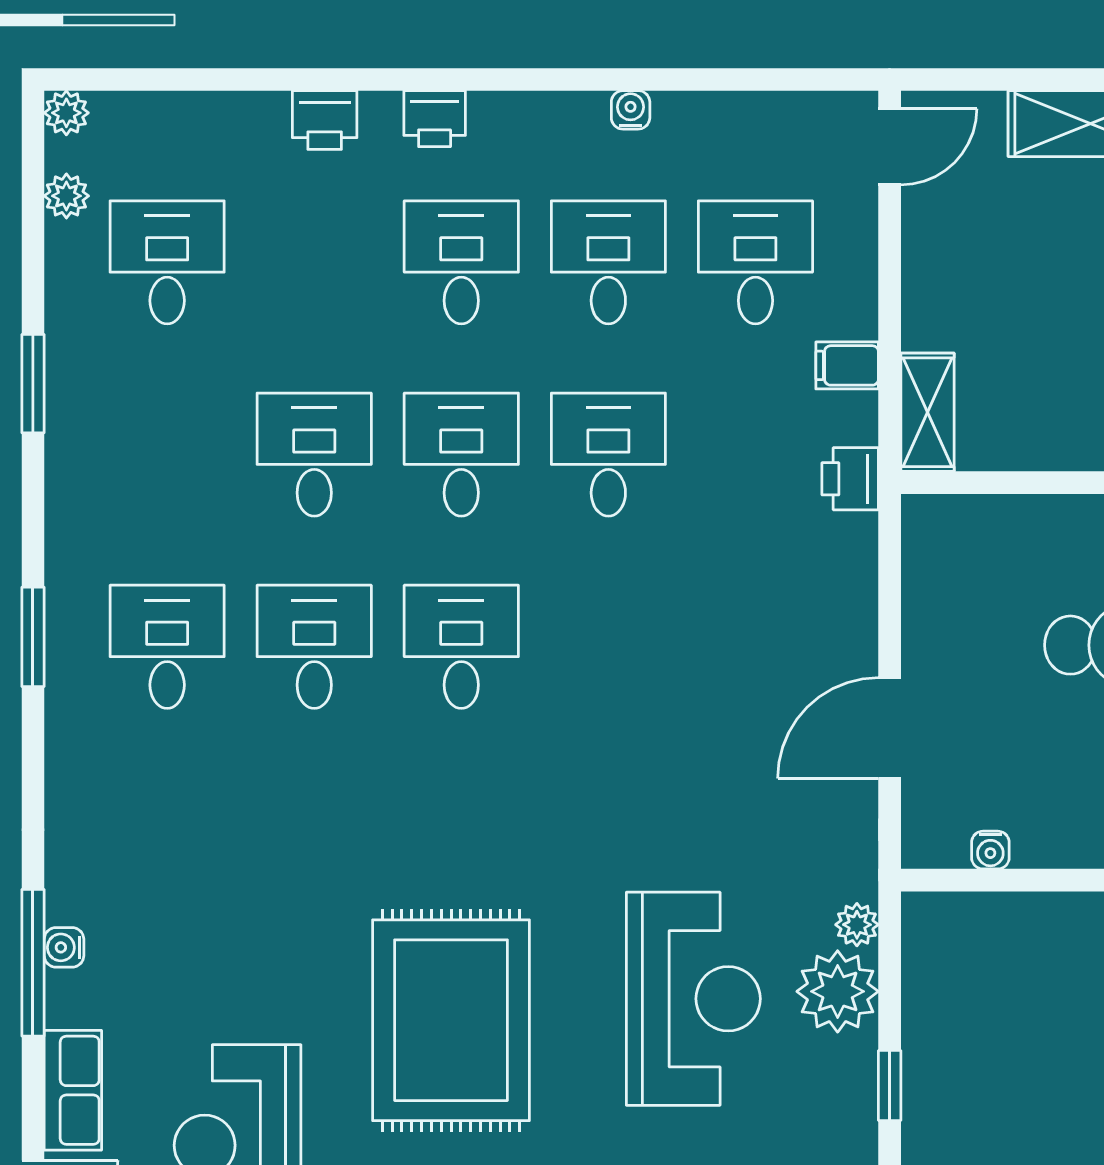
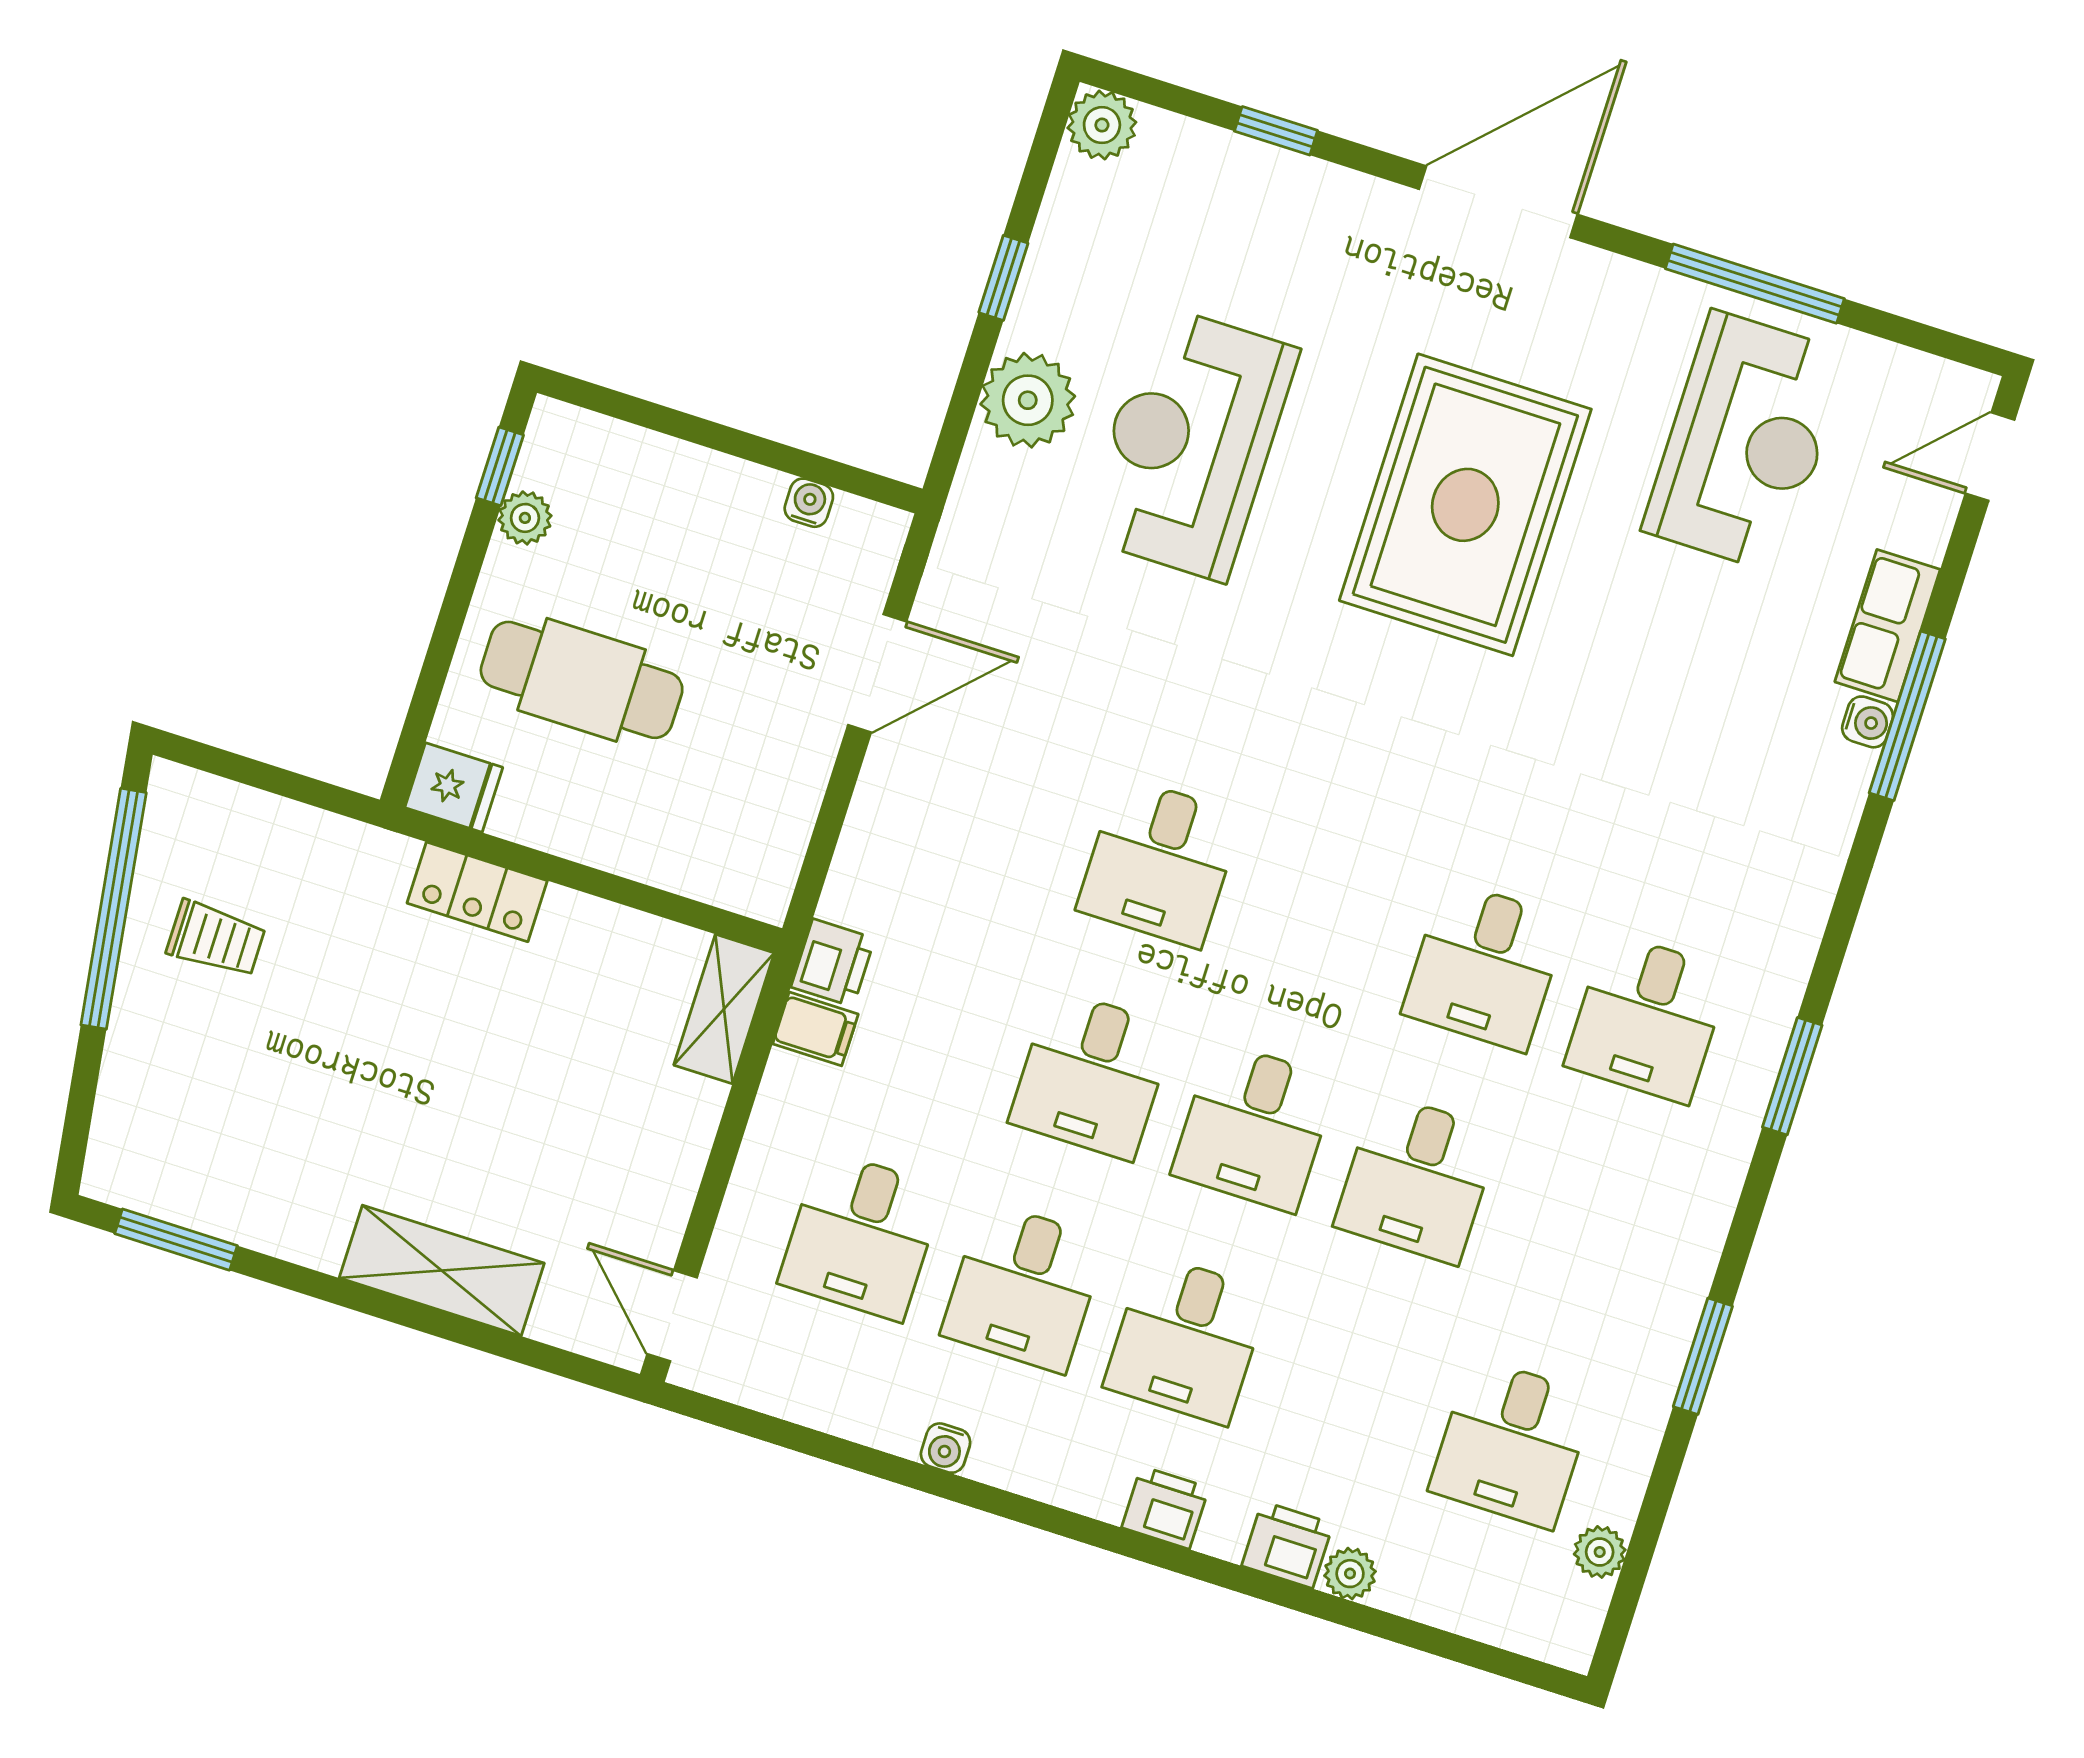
plant: (66, 113) -> (1350, 1574), moved
door: (890, 147) -> (672, 1316), hinge flipped
filing cabinet: (847, 365) -> (815, 1029), moved
desk: (461, 647) -> (1160, 862), moved
plant: (857, 925) -> (983, 467), removed
row of seats: (73, 1090) -> (1887, 626), moved

